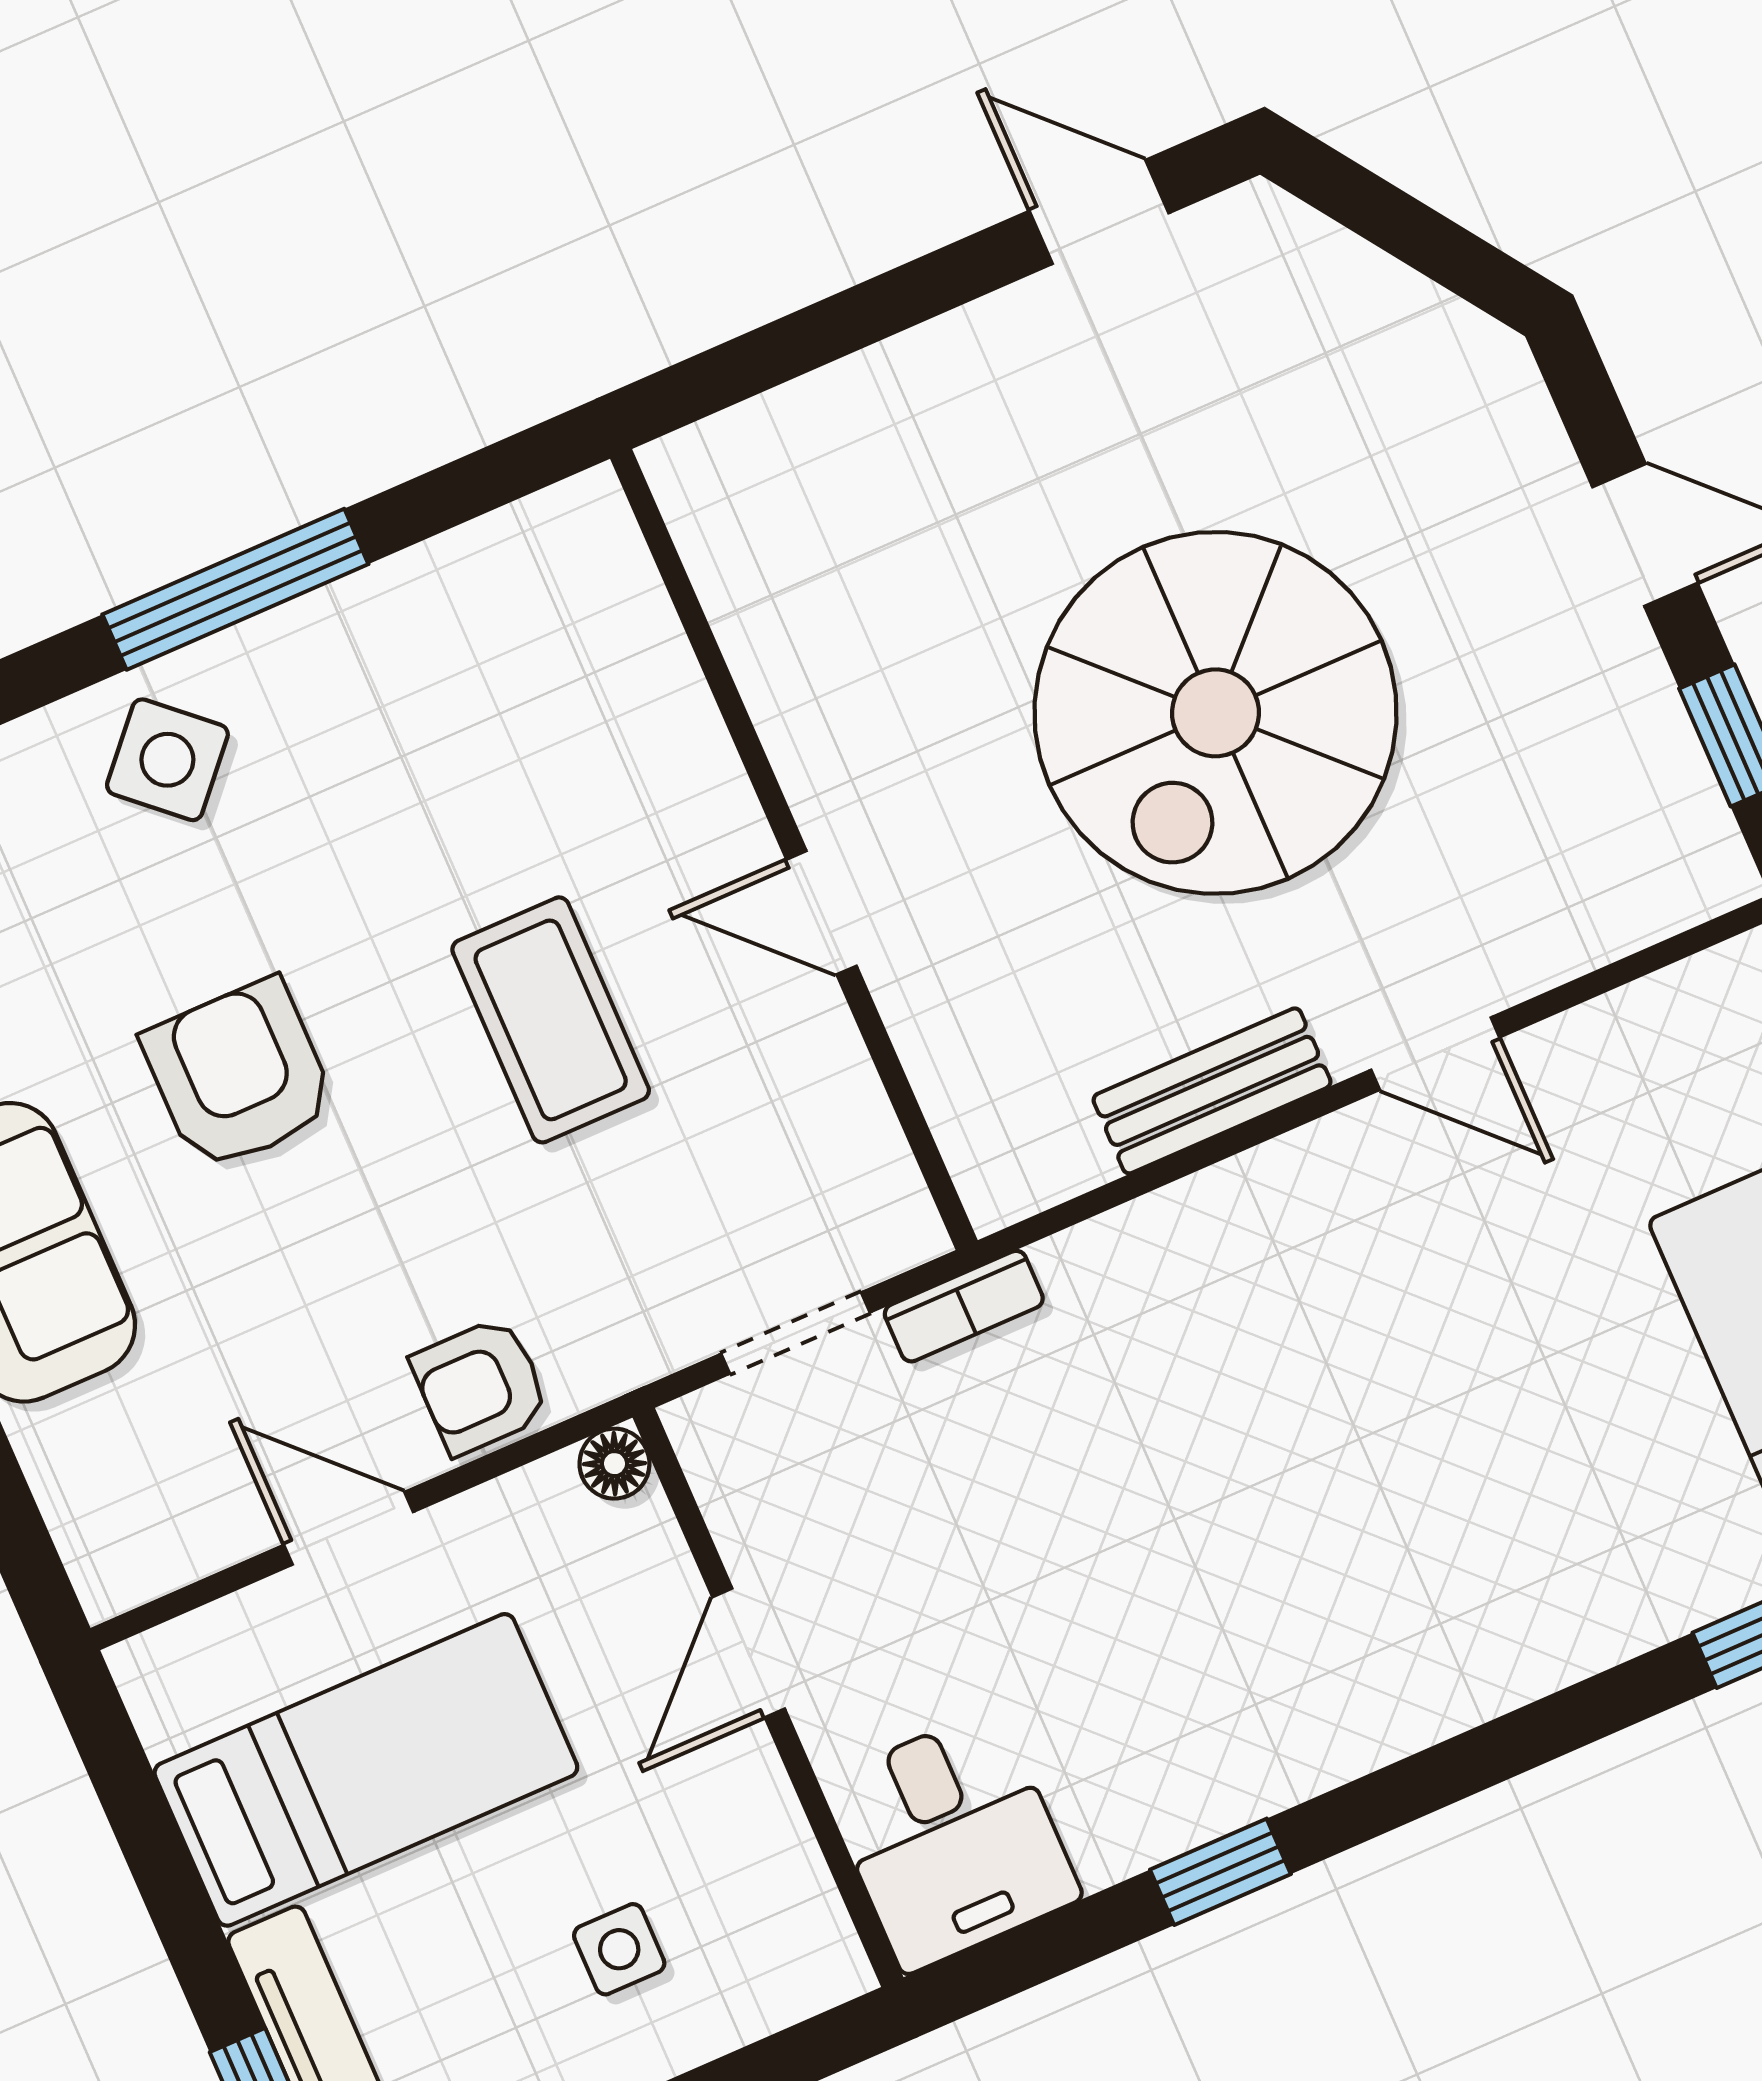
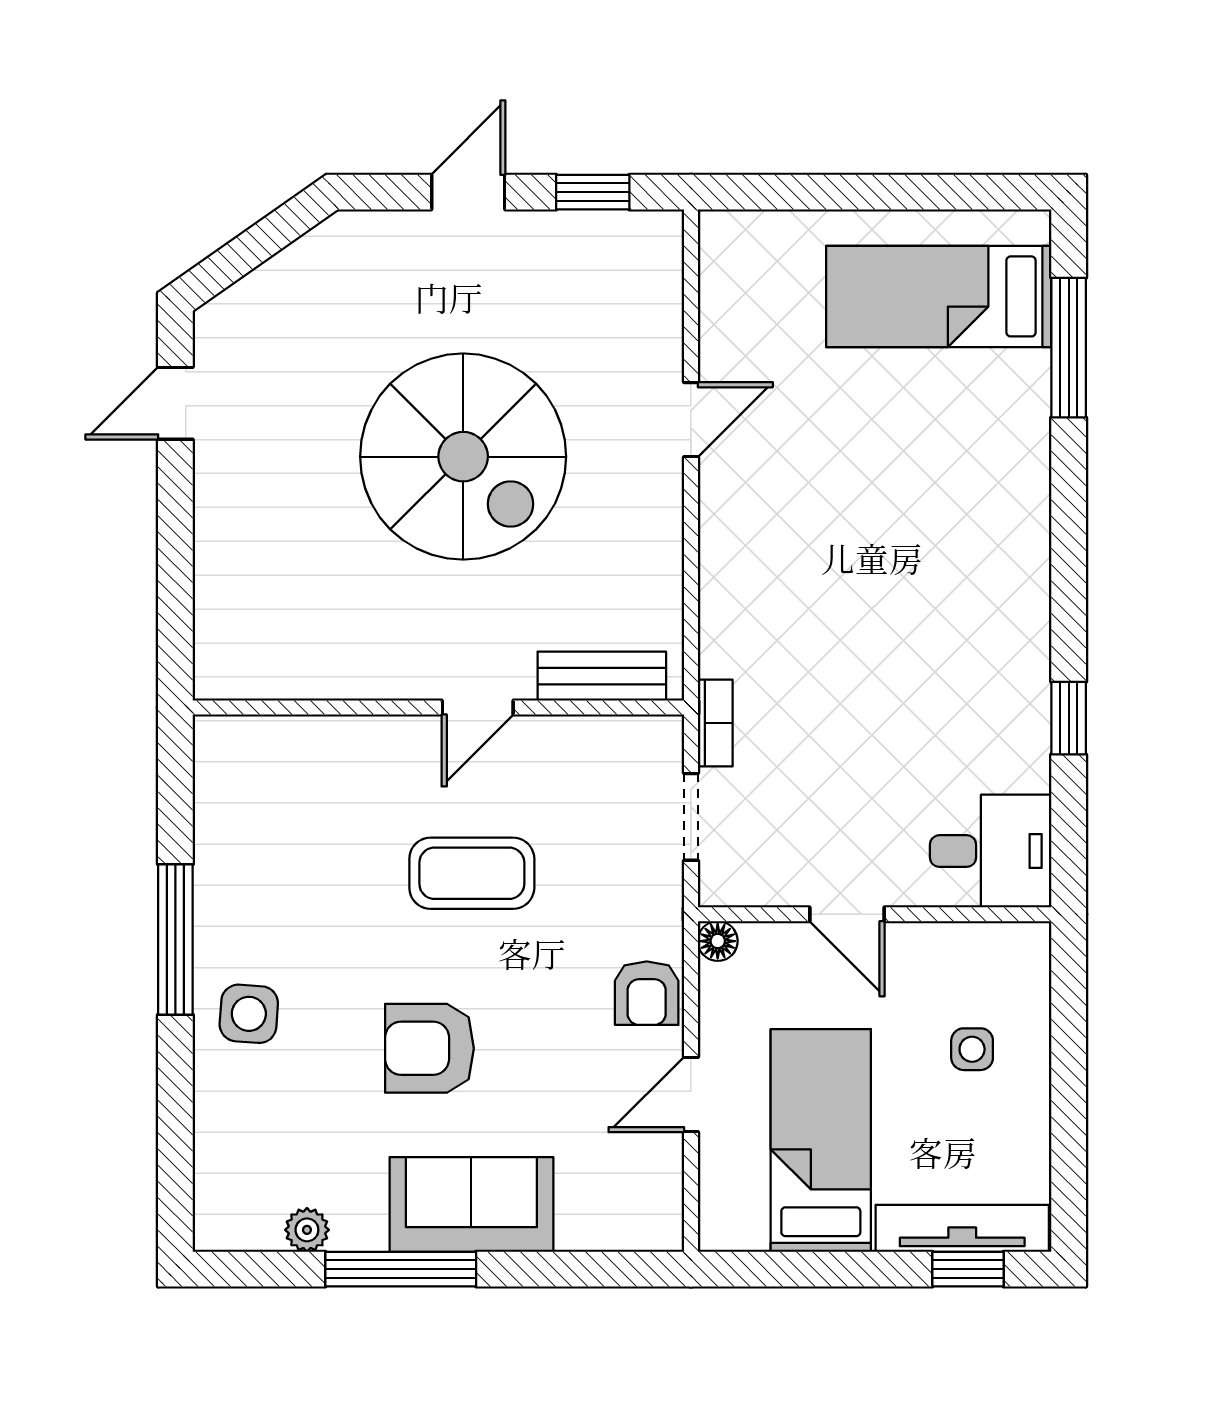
side table: (167, 760) -> (249, 1014), turned -38
bench: (1212, 1091) -> (602, 676), moved, turned 90

